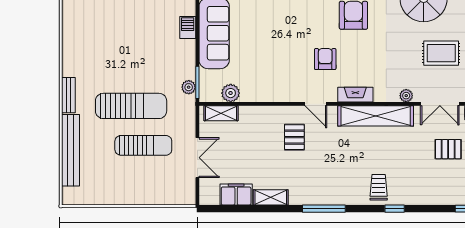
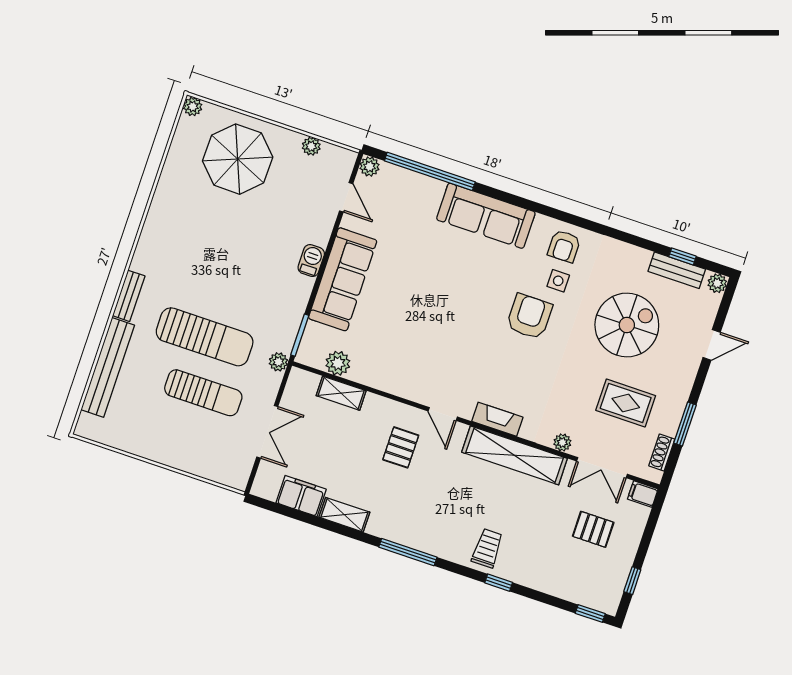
armchair: (325, 59) -> (474, 360), removed
plant: (189, 87) -> (278, 362), moved
shelving: (221, 113) -> (341, 393), moved

